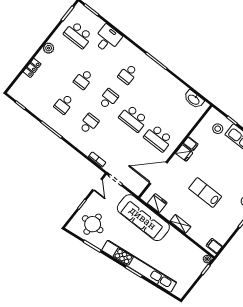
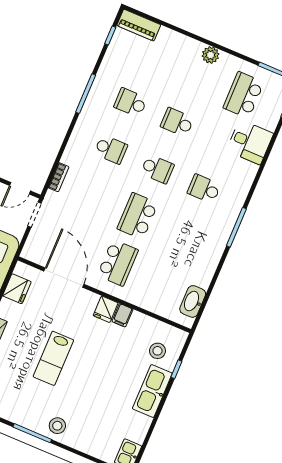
locker: (32, 68) -> (173, 38), removed
piano: (19, 86) -> (139, 25), added
school desk: (158, 138) -> (118, 263), turned 180
lab bench: (205, 193) -> (53, 358), turned 180

